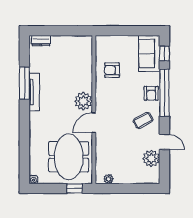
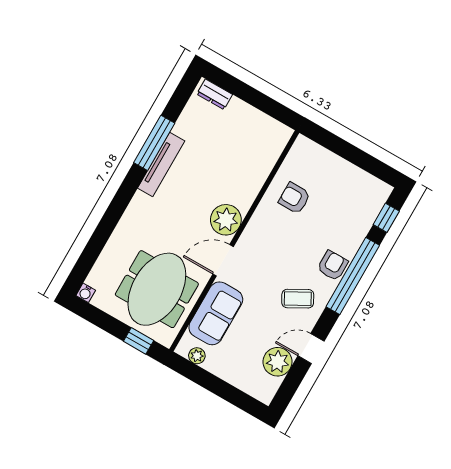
sofa: (149, 53) -> (216, 313), moved, turned 180
armchair: (151, 93) -> (333, 266), turned 180
door: (164, 142) -> (311, 349), swing flipped

